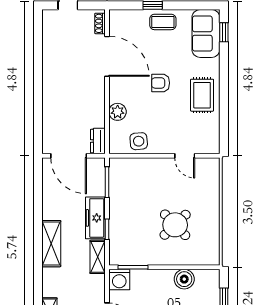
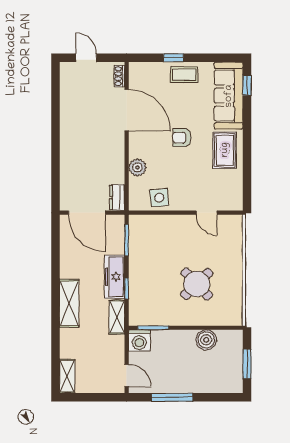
sofa: (206, 33) -> (229, 96), width x1.36

